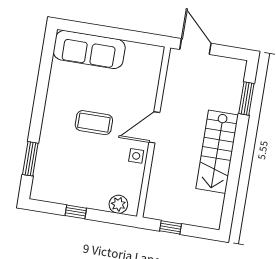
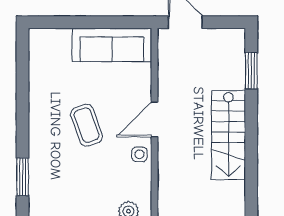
sofa: (89, 49) -> (112, 45), moved
coffee table: (94, 123) -> (86, 125), turned 70

